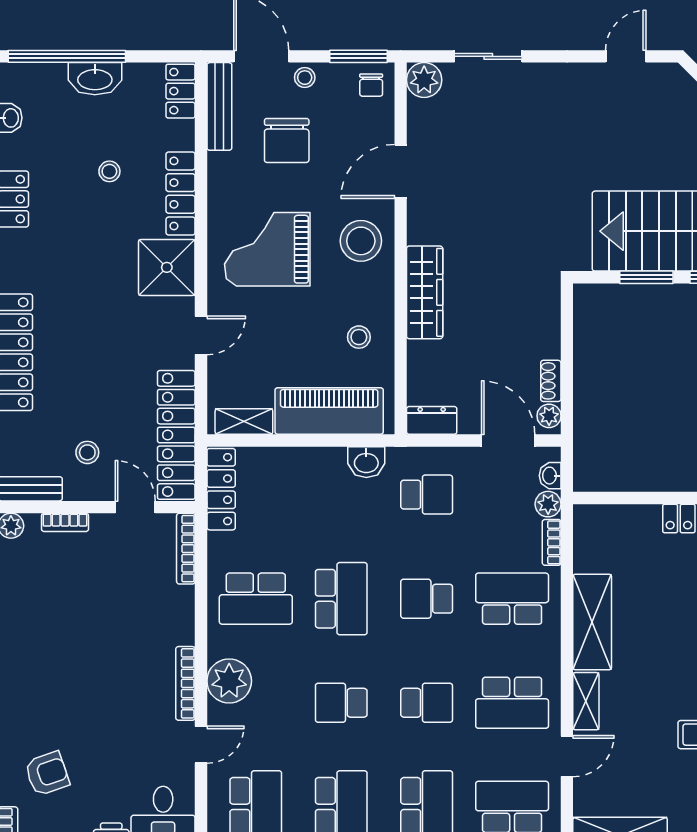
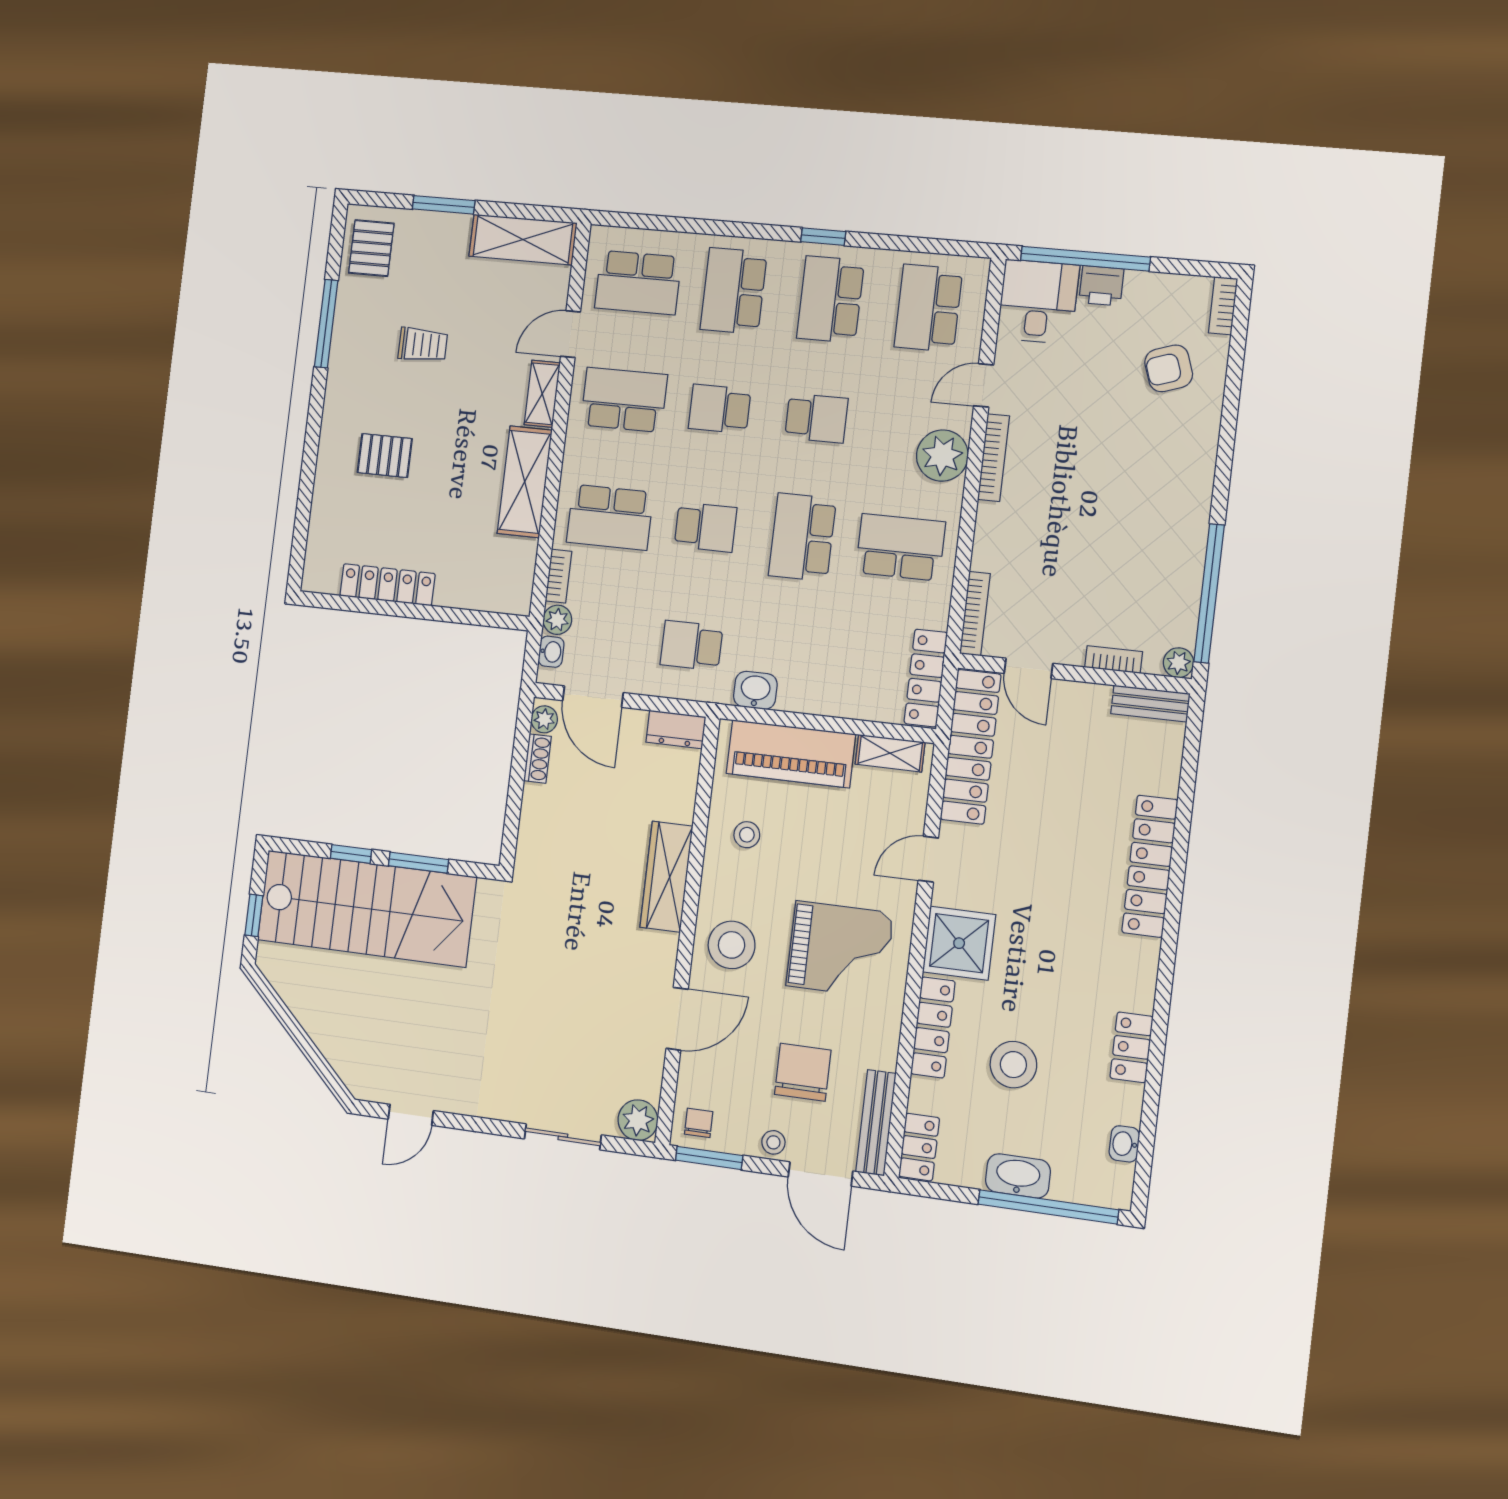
stool: (109, 171) -> (1013, 1065), width x1.89, depth x1.89
stool: (87, 452) -> (1078, 738), removed

